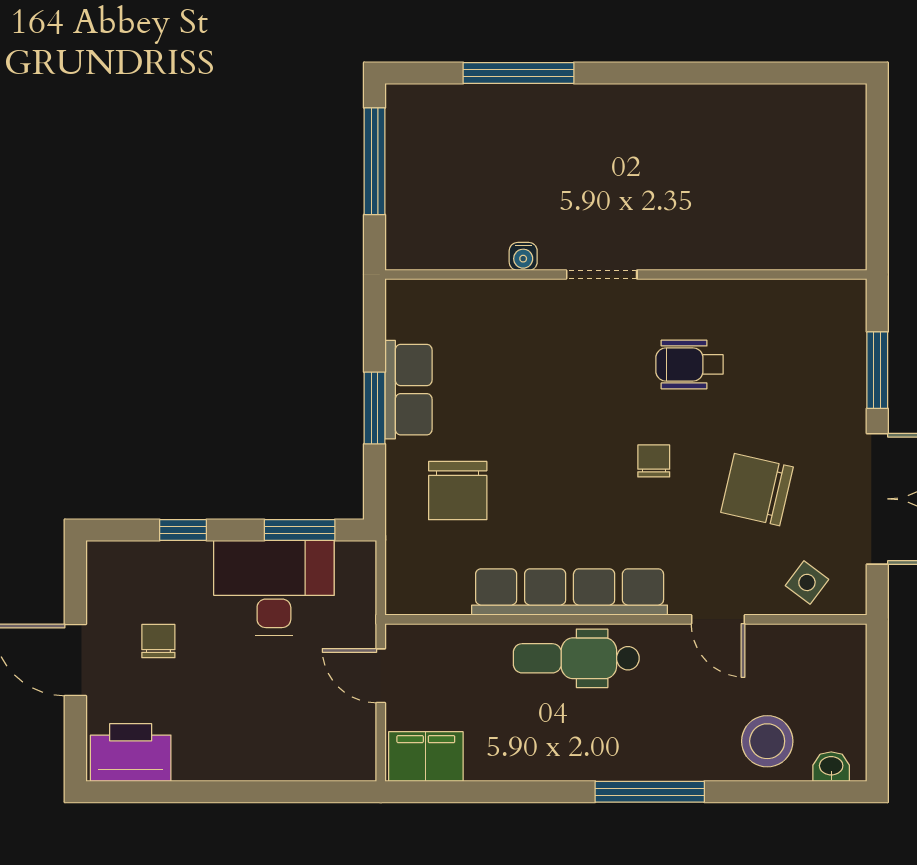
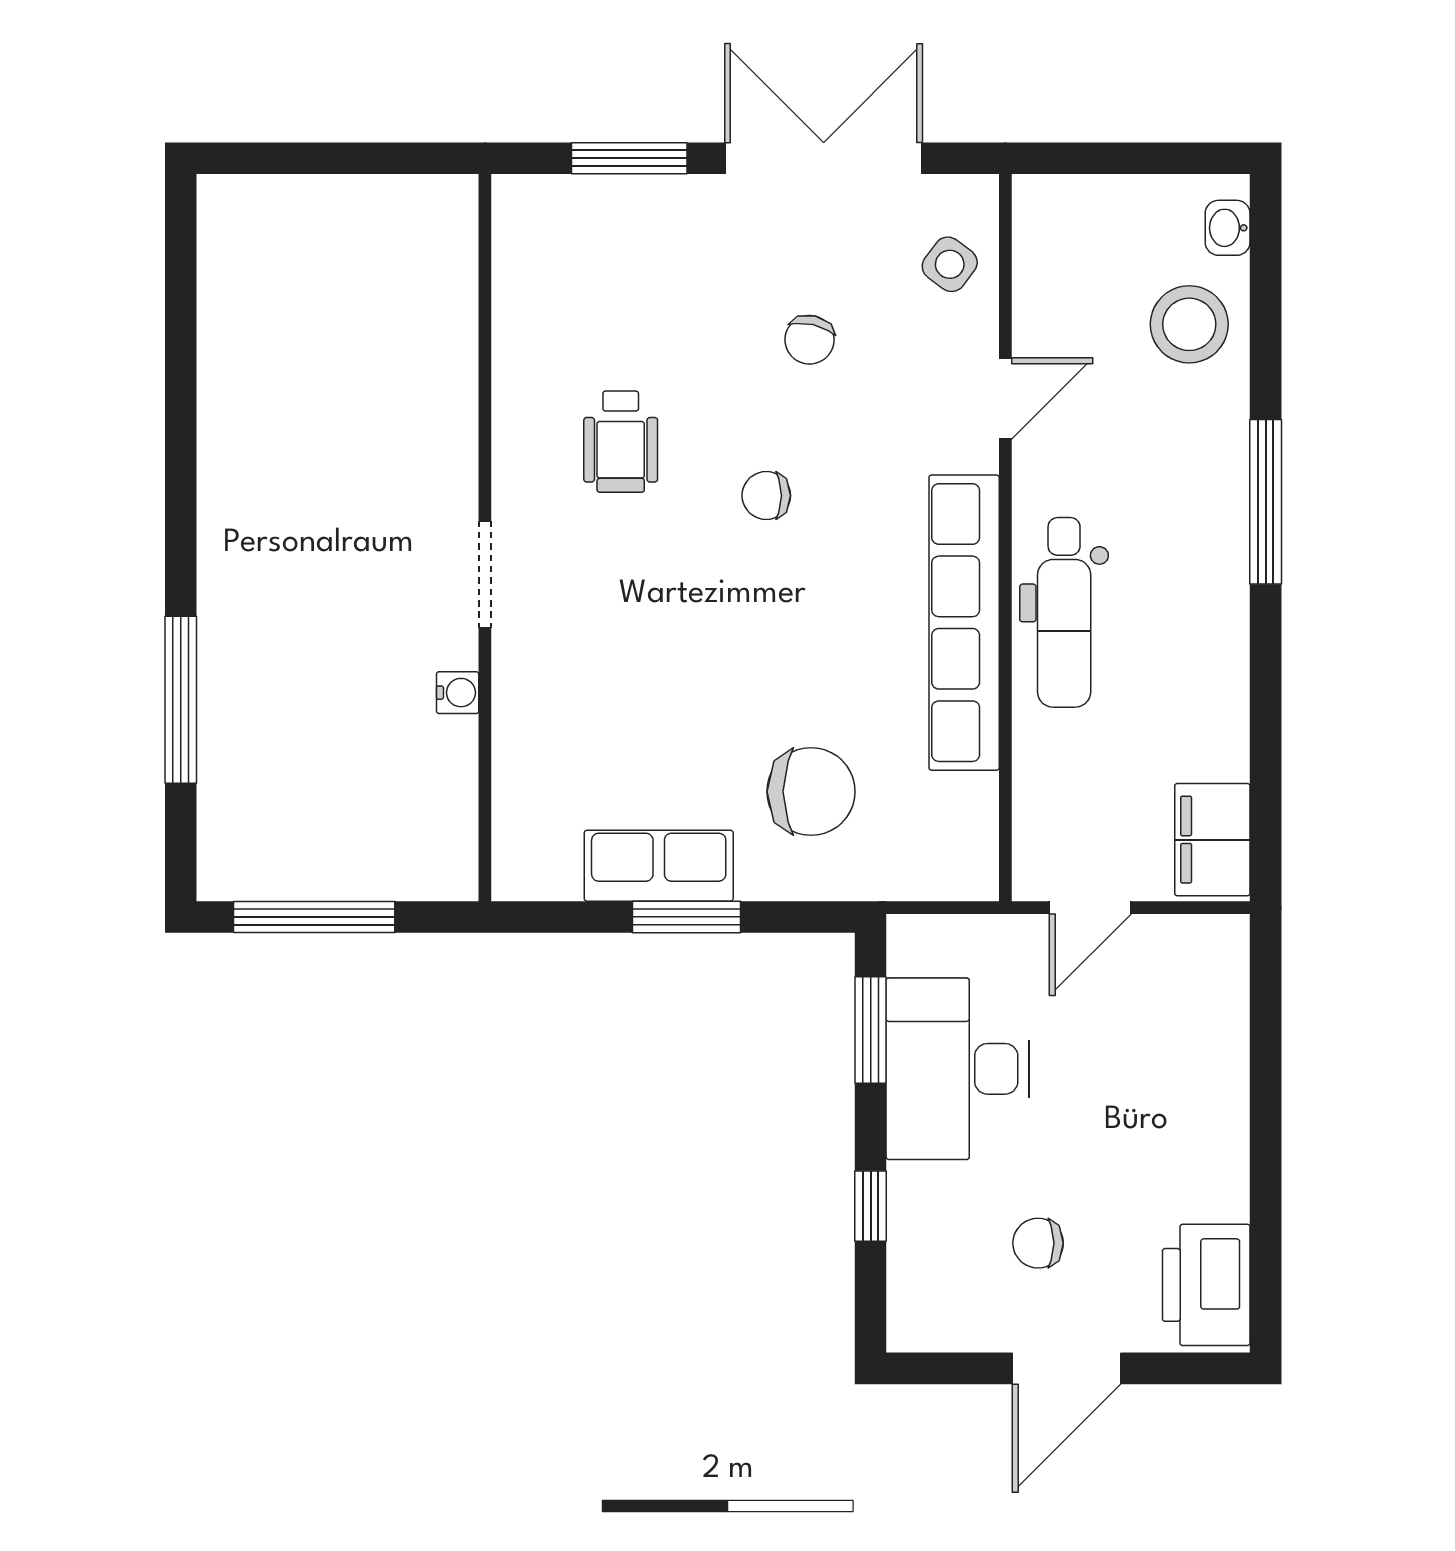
chair: (757, 490) -> (810, 340), width x0.54, depth x0.54

